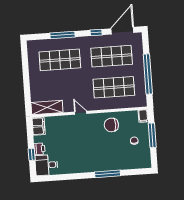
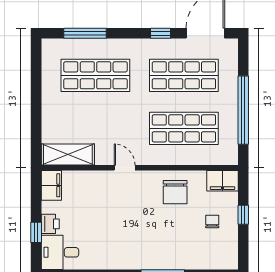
window: (63, 35) -> (85, 33), moved
filing cabinet: (143, 116) -> (222, 181), width x2.00
chair: (111, 125) -> (175, 192), turned -90
window: (152, 135) -> (243, 215), width x0.46

